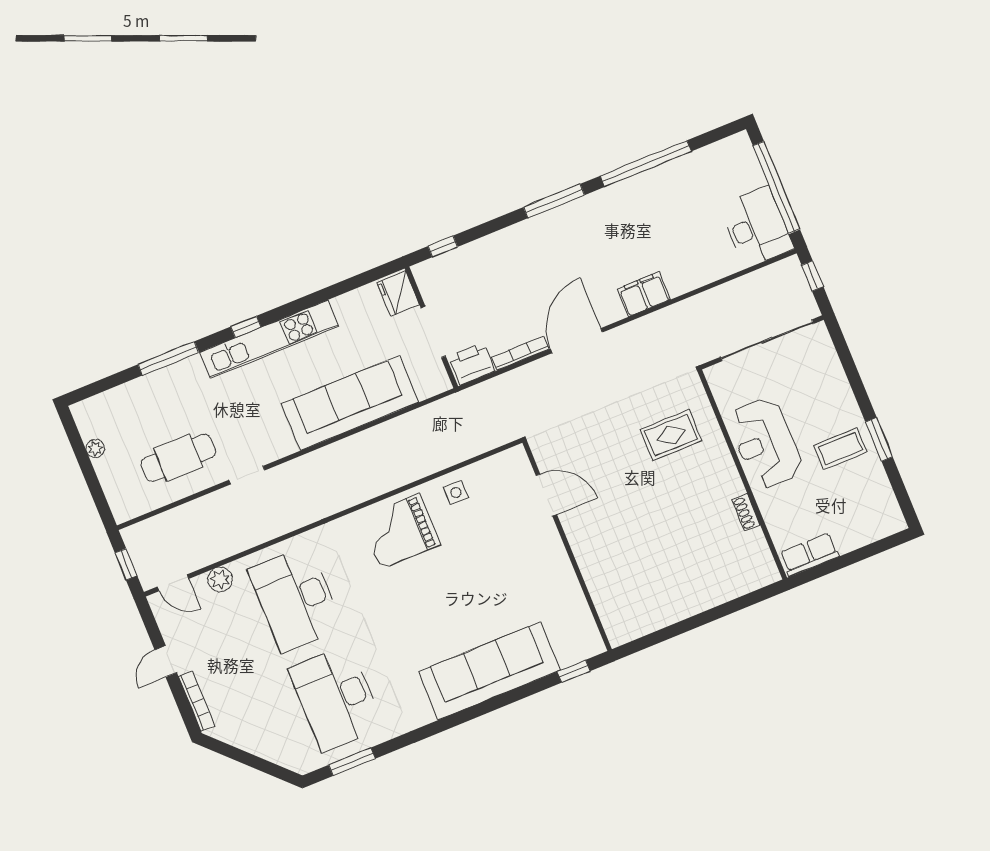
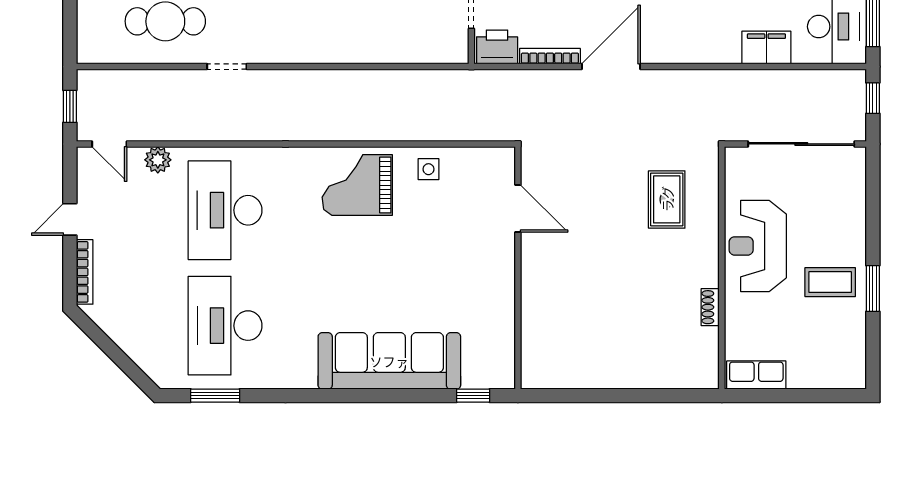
filing cabinet: (644, 294) -> (766, 48), moved
sofa: (350, 403) -> (359, 37), removed
rug: (671, 435) -> (667, 199), turned 90

